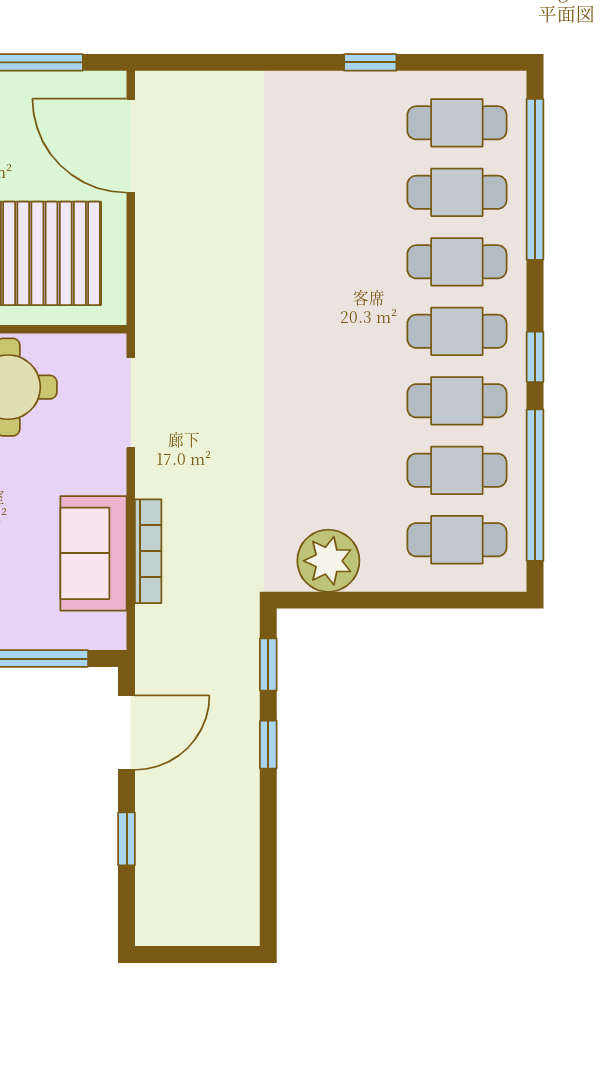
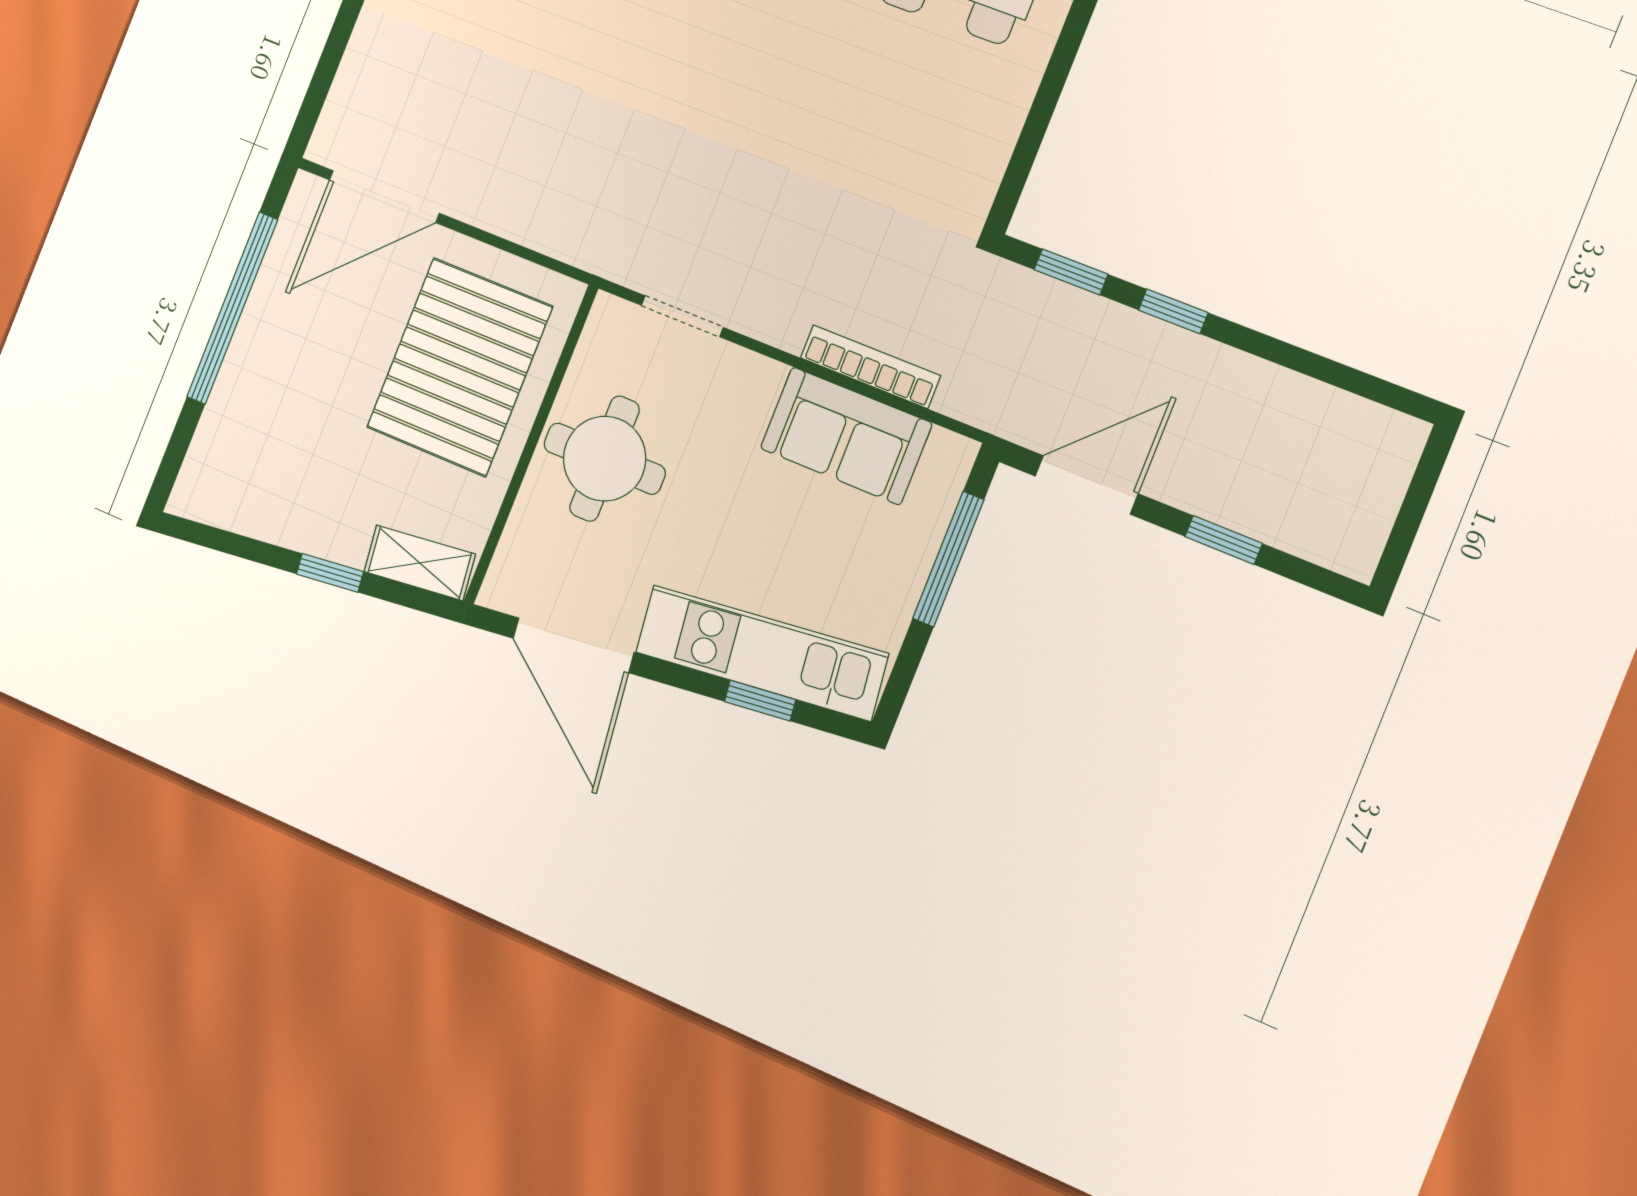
doorway: (131, 403) -> (682, 316), width x0.73
plant: (328, 561) -> (971, 147), removed
door: (127, 733) -> (1086, 485), hinge flipped

